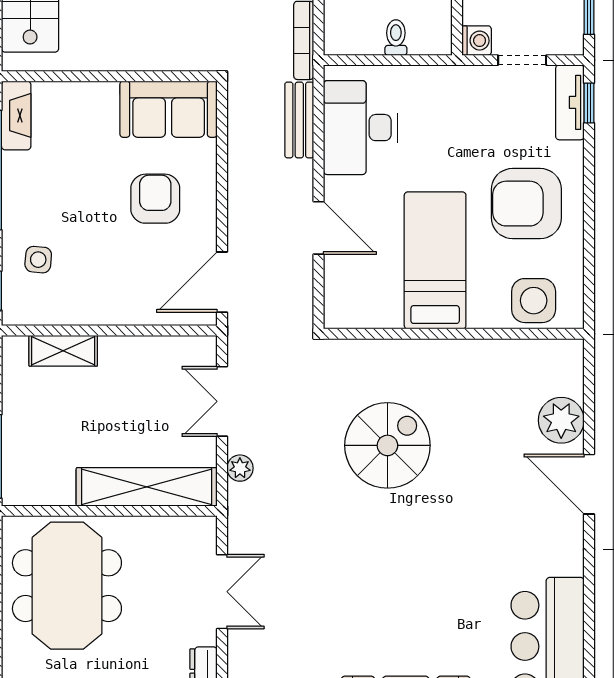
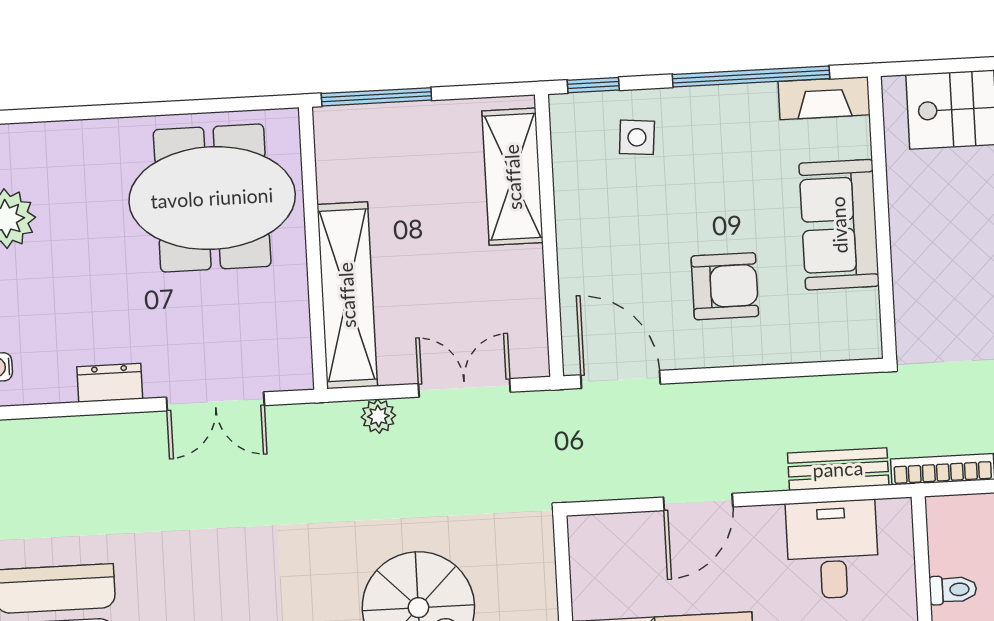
sofa: (169, 109) -> (839, 225), moved
desk: (360, 128) -> (833, 549), width x0.73
shelving: (63, 351) -> (513, 177), width x1.50, depth x1.33

